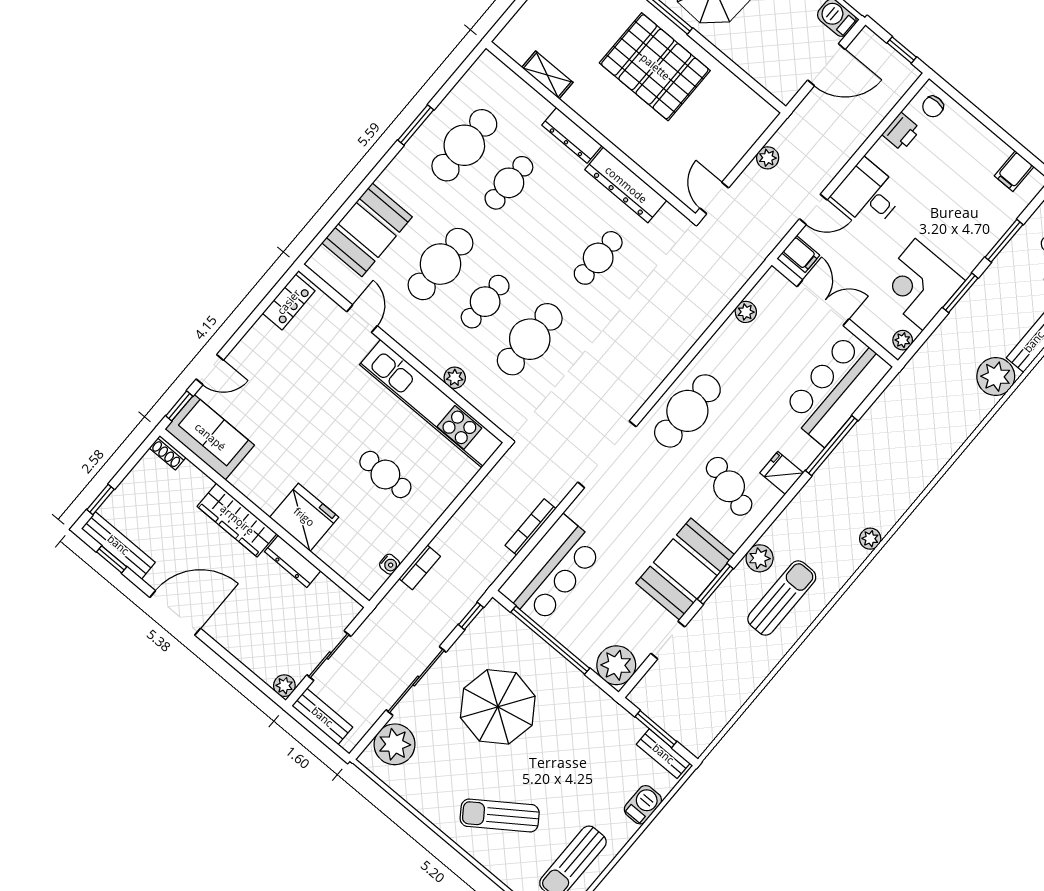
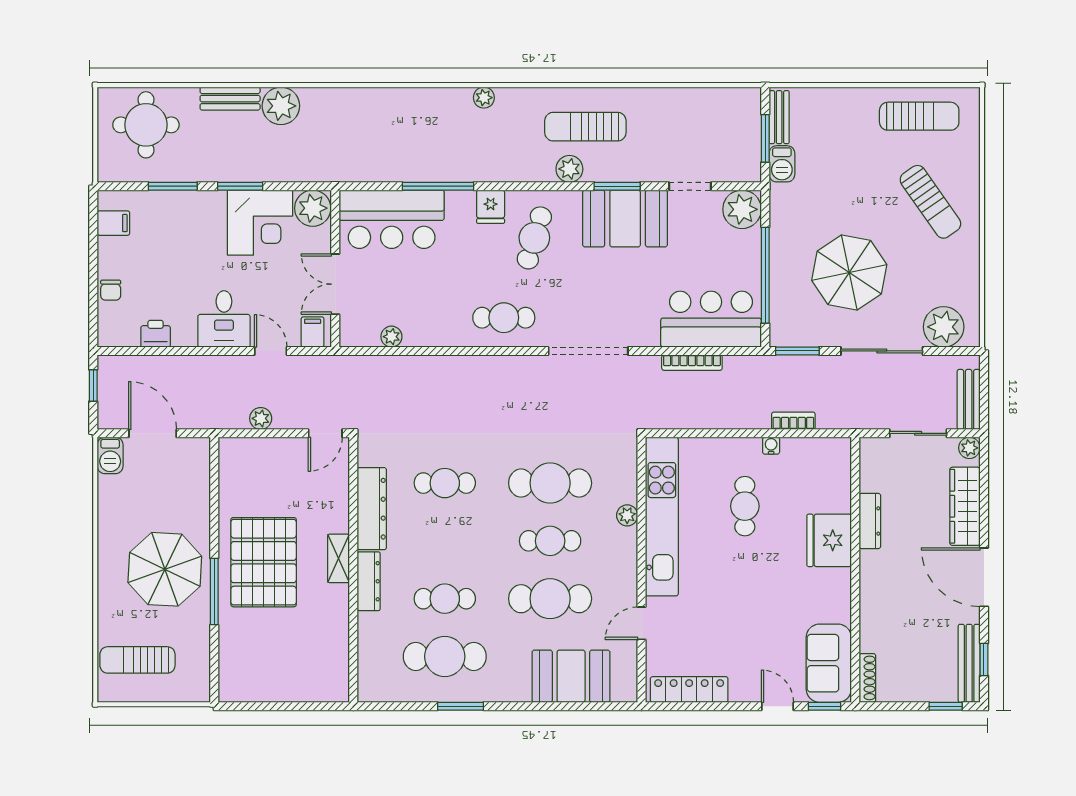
shelving: (547, 75) -> (338, 558), moved
chair: (933, 107) -> (111, 290), moved, turned 90
locker: (289, 302) -> (689, 689), width x1.53
plant: (903, 340) -> (313, 208), width x1.87, depth x1.87
cafe table: (687, 411) -> (504, 318), width x0.73, depth x0.74
shoe rack: (167, 453) -> (867, 678), width x1.43
wardrobe: (237, 520) -> (965, 506), moved, turned 180
water cooler: (390, 564) -> (771, 446), moved
window: (471, 616) -> (797, 351), width x1.50
barbecue: (643, 805) -> (782, 164), moved, turned -90

